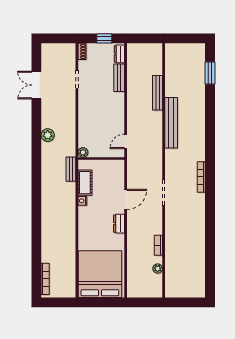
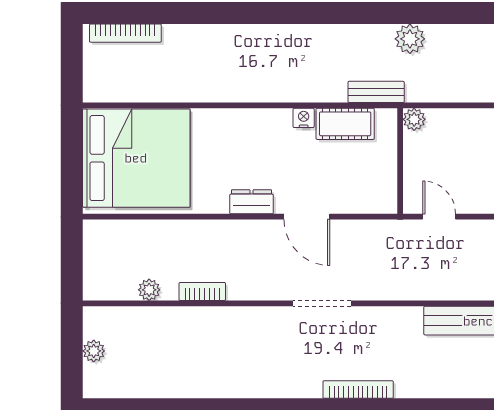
plant: (48, 135) -> (410, 39), moved
plant: (184, 293) -> (94, 351), added

